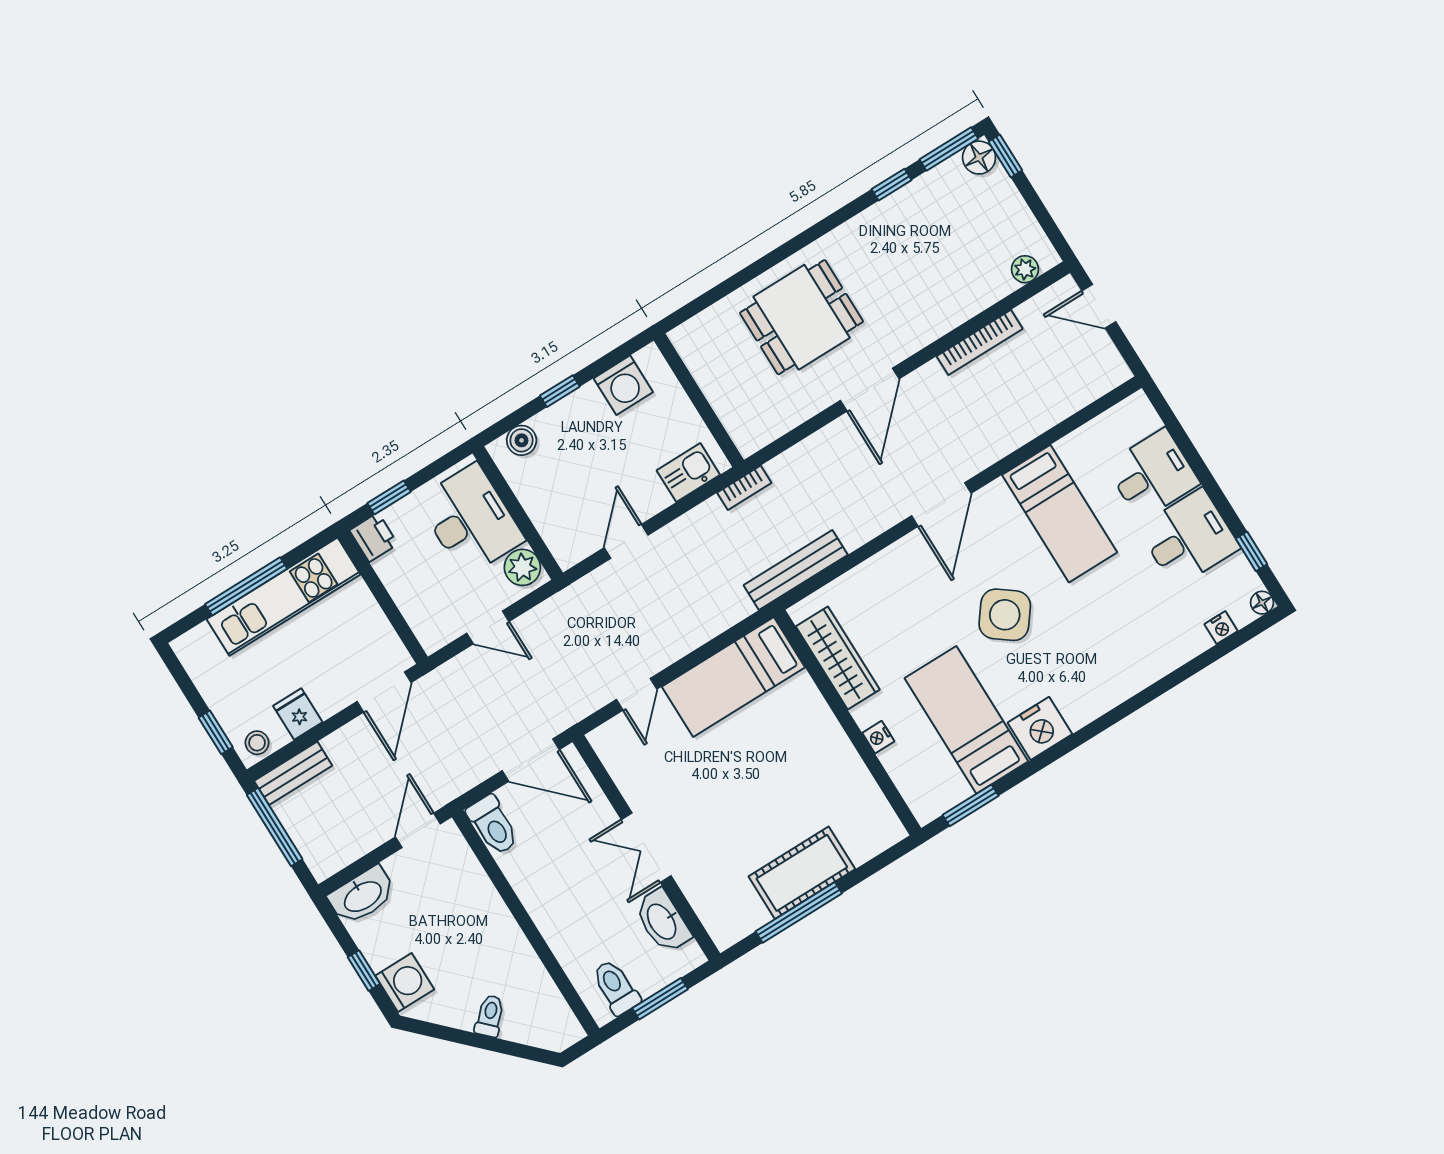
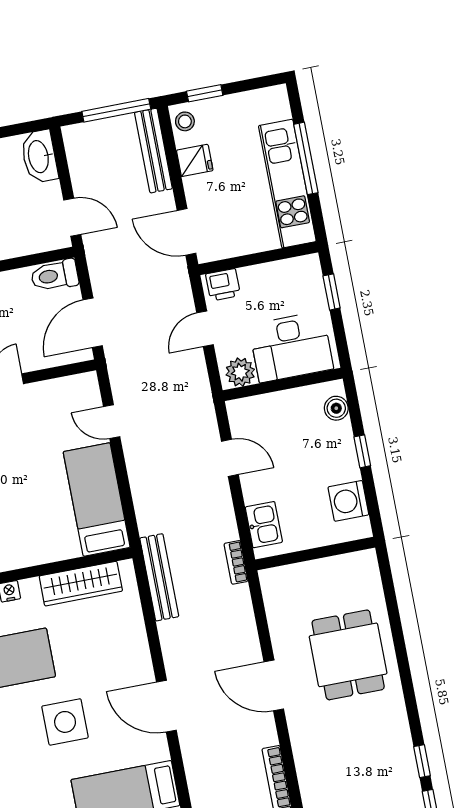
printer: (374, 537) -> (223, 285), moved
side table: (1005, 615) -> (65, 722), turned -37
bench: (293, 773) -> (153, 151), width x1.36

